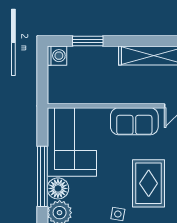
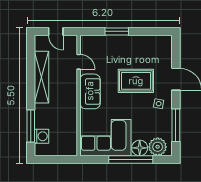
window: (88, 41) -> (31, 126), width x1.44
washing machine: (57, 56) -> (42, 136), moved, turned 90

